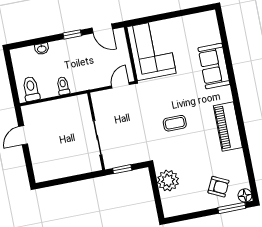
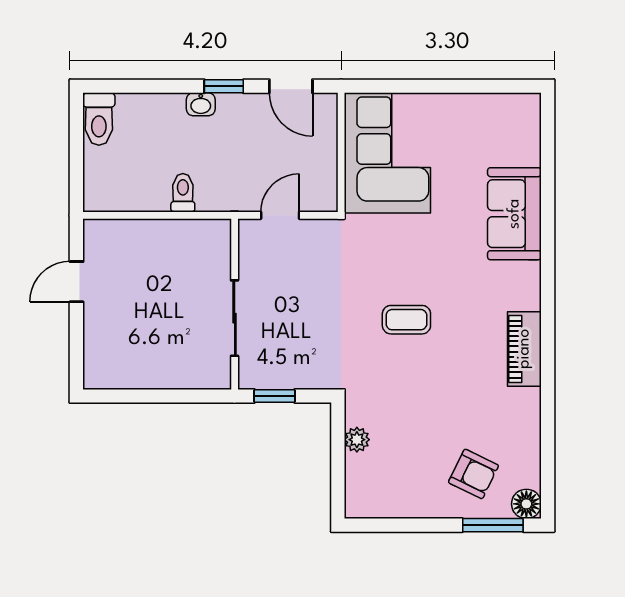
washbasin: (42, 49) -> (201, 104), moved
door: (120, 85) -> (280, 215), moved
toilet: (31, 89) -> (99, 119), moved, turned 180
piano: (228, 127) -> (524, 349), width x0.73, depth x0.75
plant: (168, 181) -> (357, 440), width x0.53, depth x0.53

